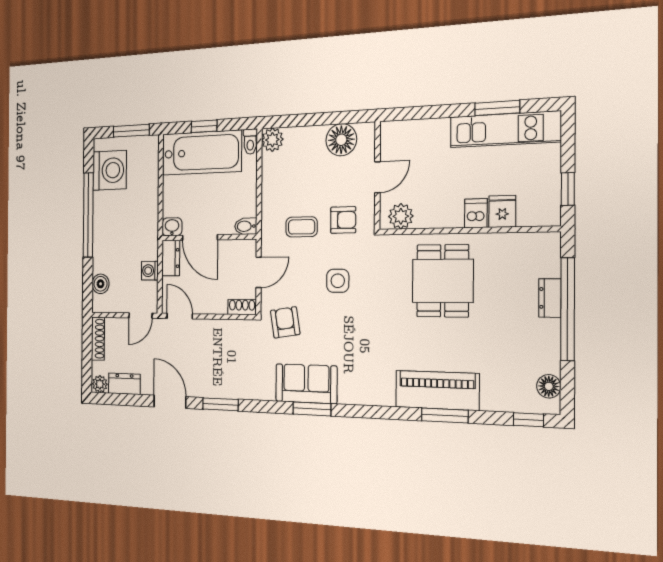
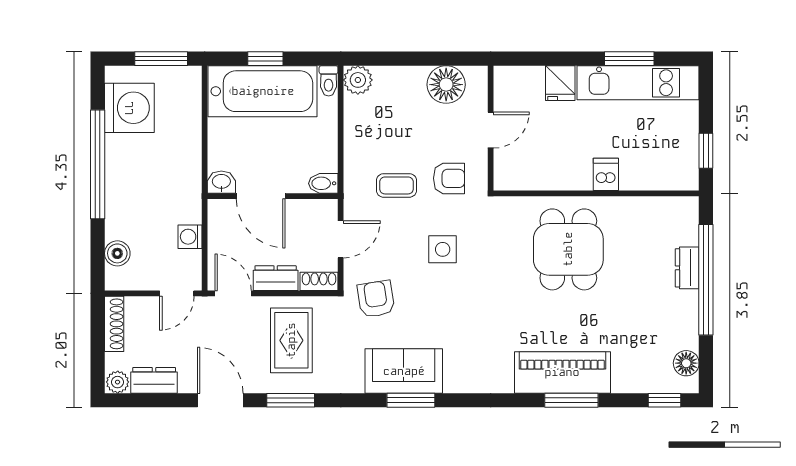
fridge: (502, 211) -> (560, 83), moved, turned 180
plant: (401, 216) -> (519, 176), removed
dresser: (171, 258) -> (276, 278), moved, turned -90
rug: (221, 355) -> (291, 340), added

